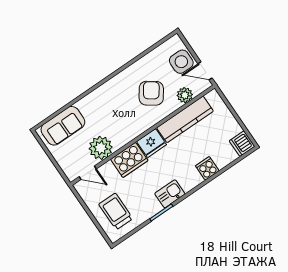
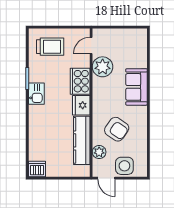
door: (205, 71) -> (106, 178), swing flipped
sofa: (63, 126) -> (136, 87), moved
cooker: (207, 168) -> (36, 132), removed

